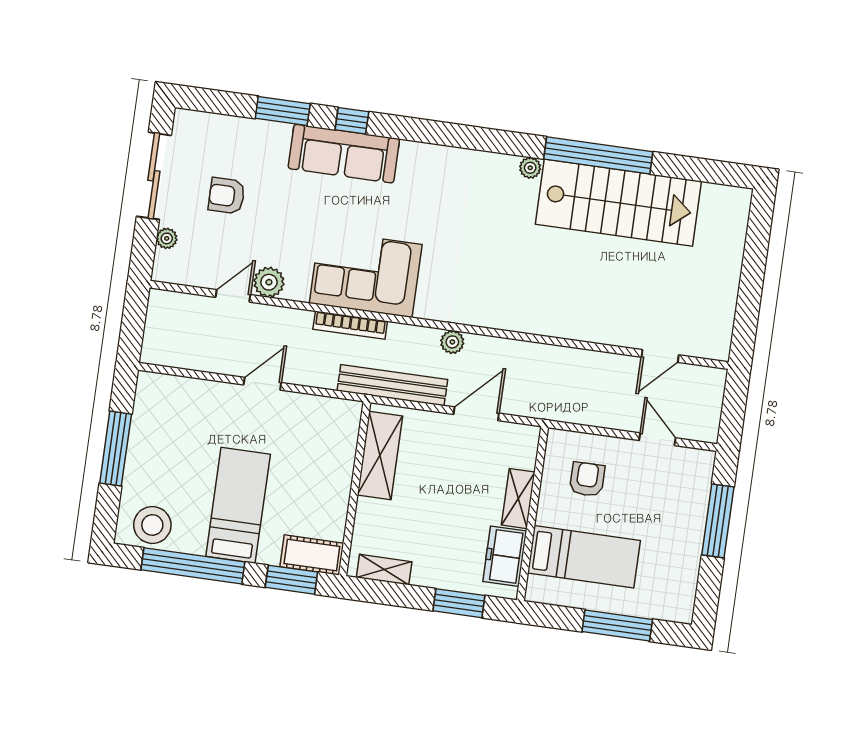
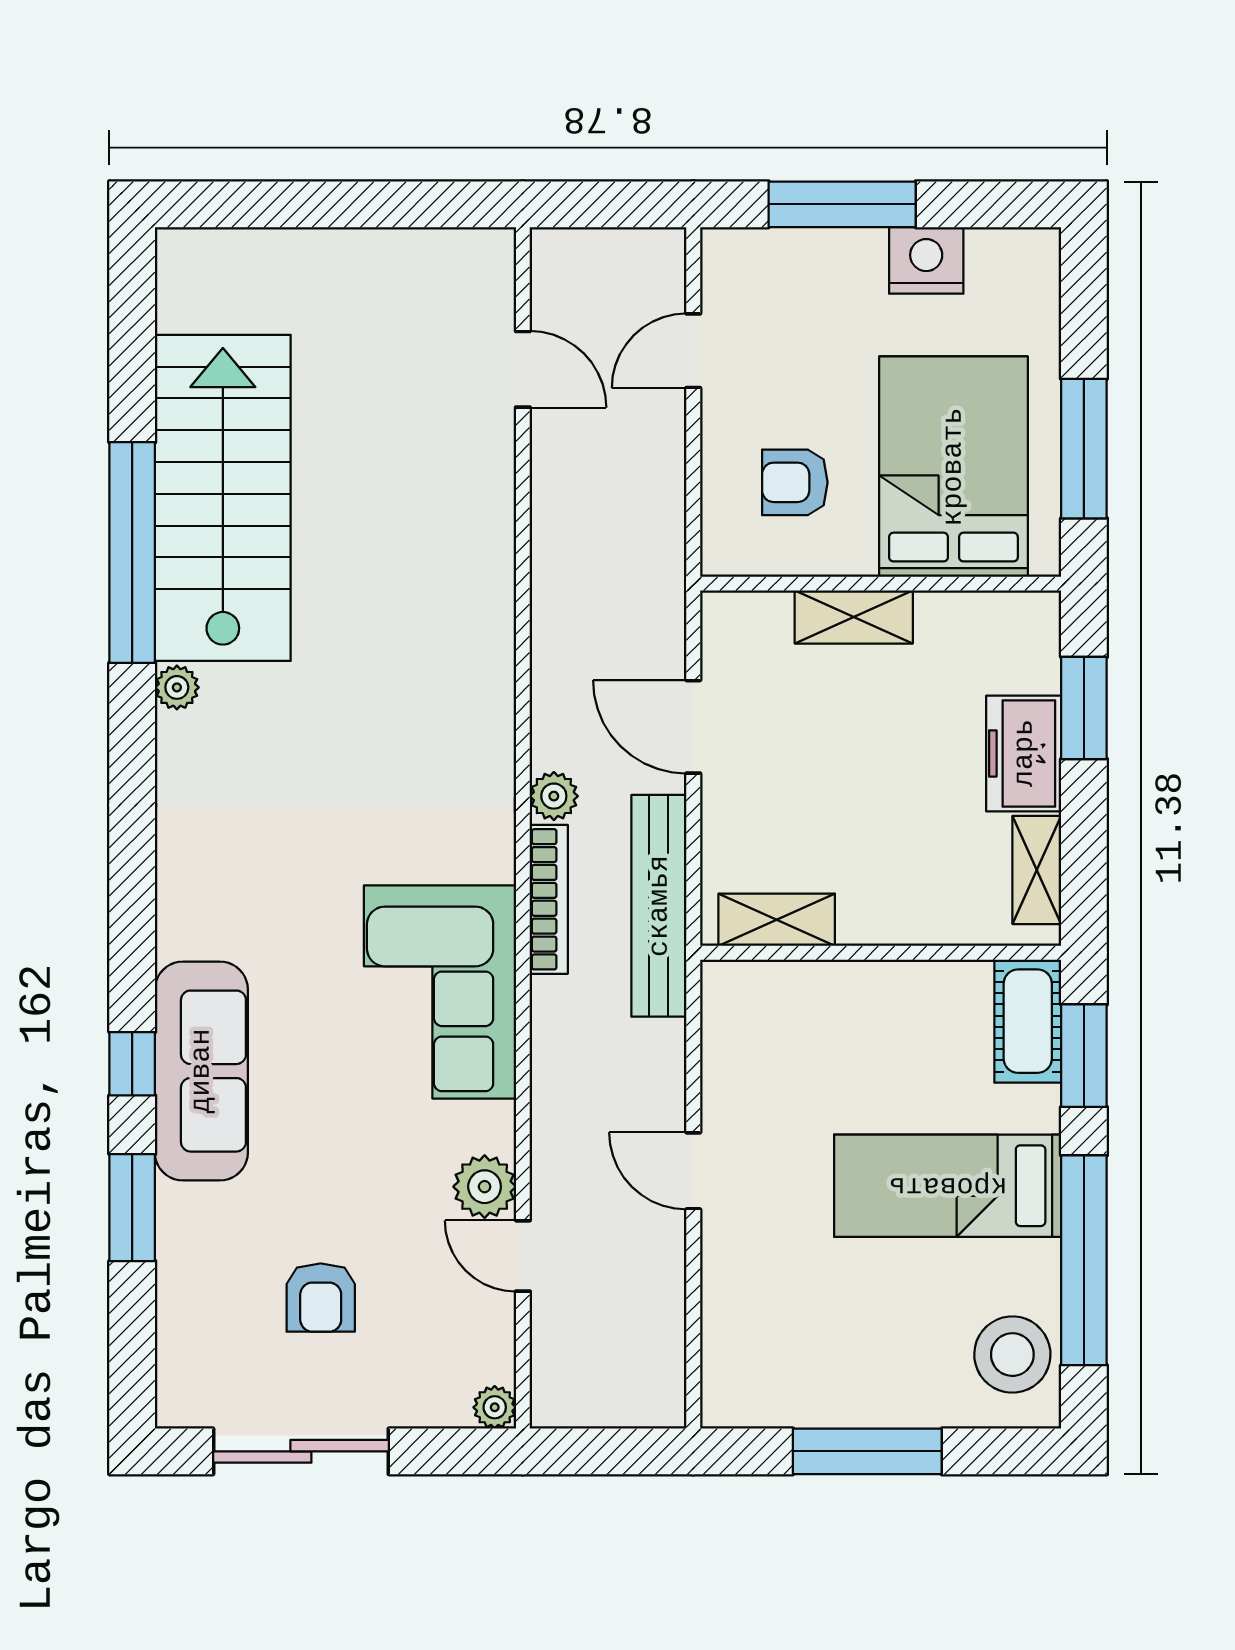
plant: (167, 238) -> (495, 1407), moved
bookcase: (350, 325) -> (549, 899), moved
shelving: (380, 456) -> (777, 920), width x0.67, depth x0.75
freezer: (505, 556) -> (1024, 753), moved, turned 90
bed: (584, 557) -> (953, 467), width x1.50
nightstand: (685, 558) -> (926, 260), added
window: (617, 625) -> (1084, 449), moved

